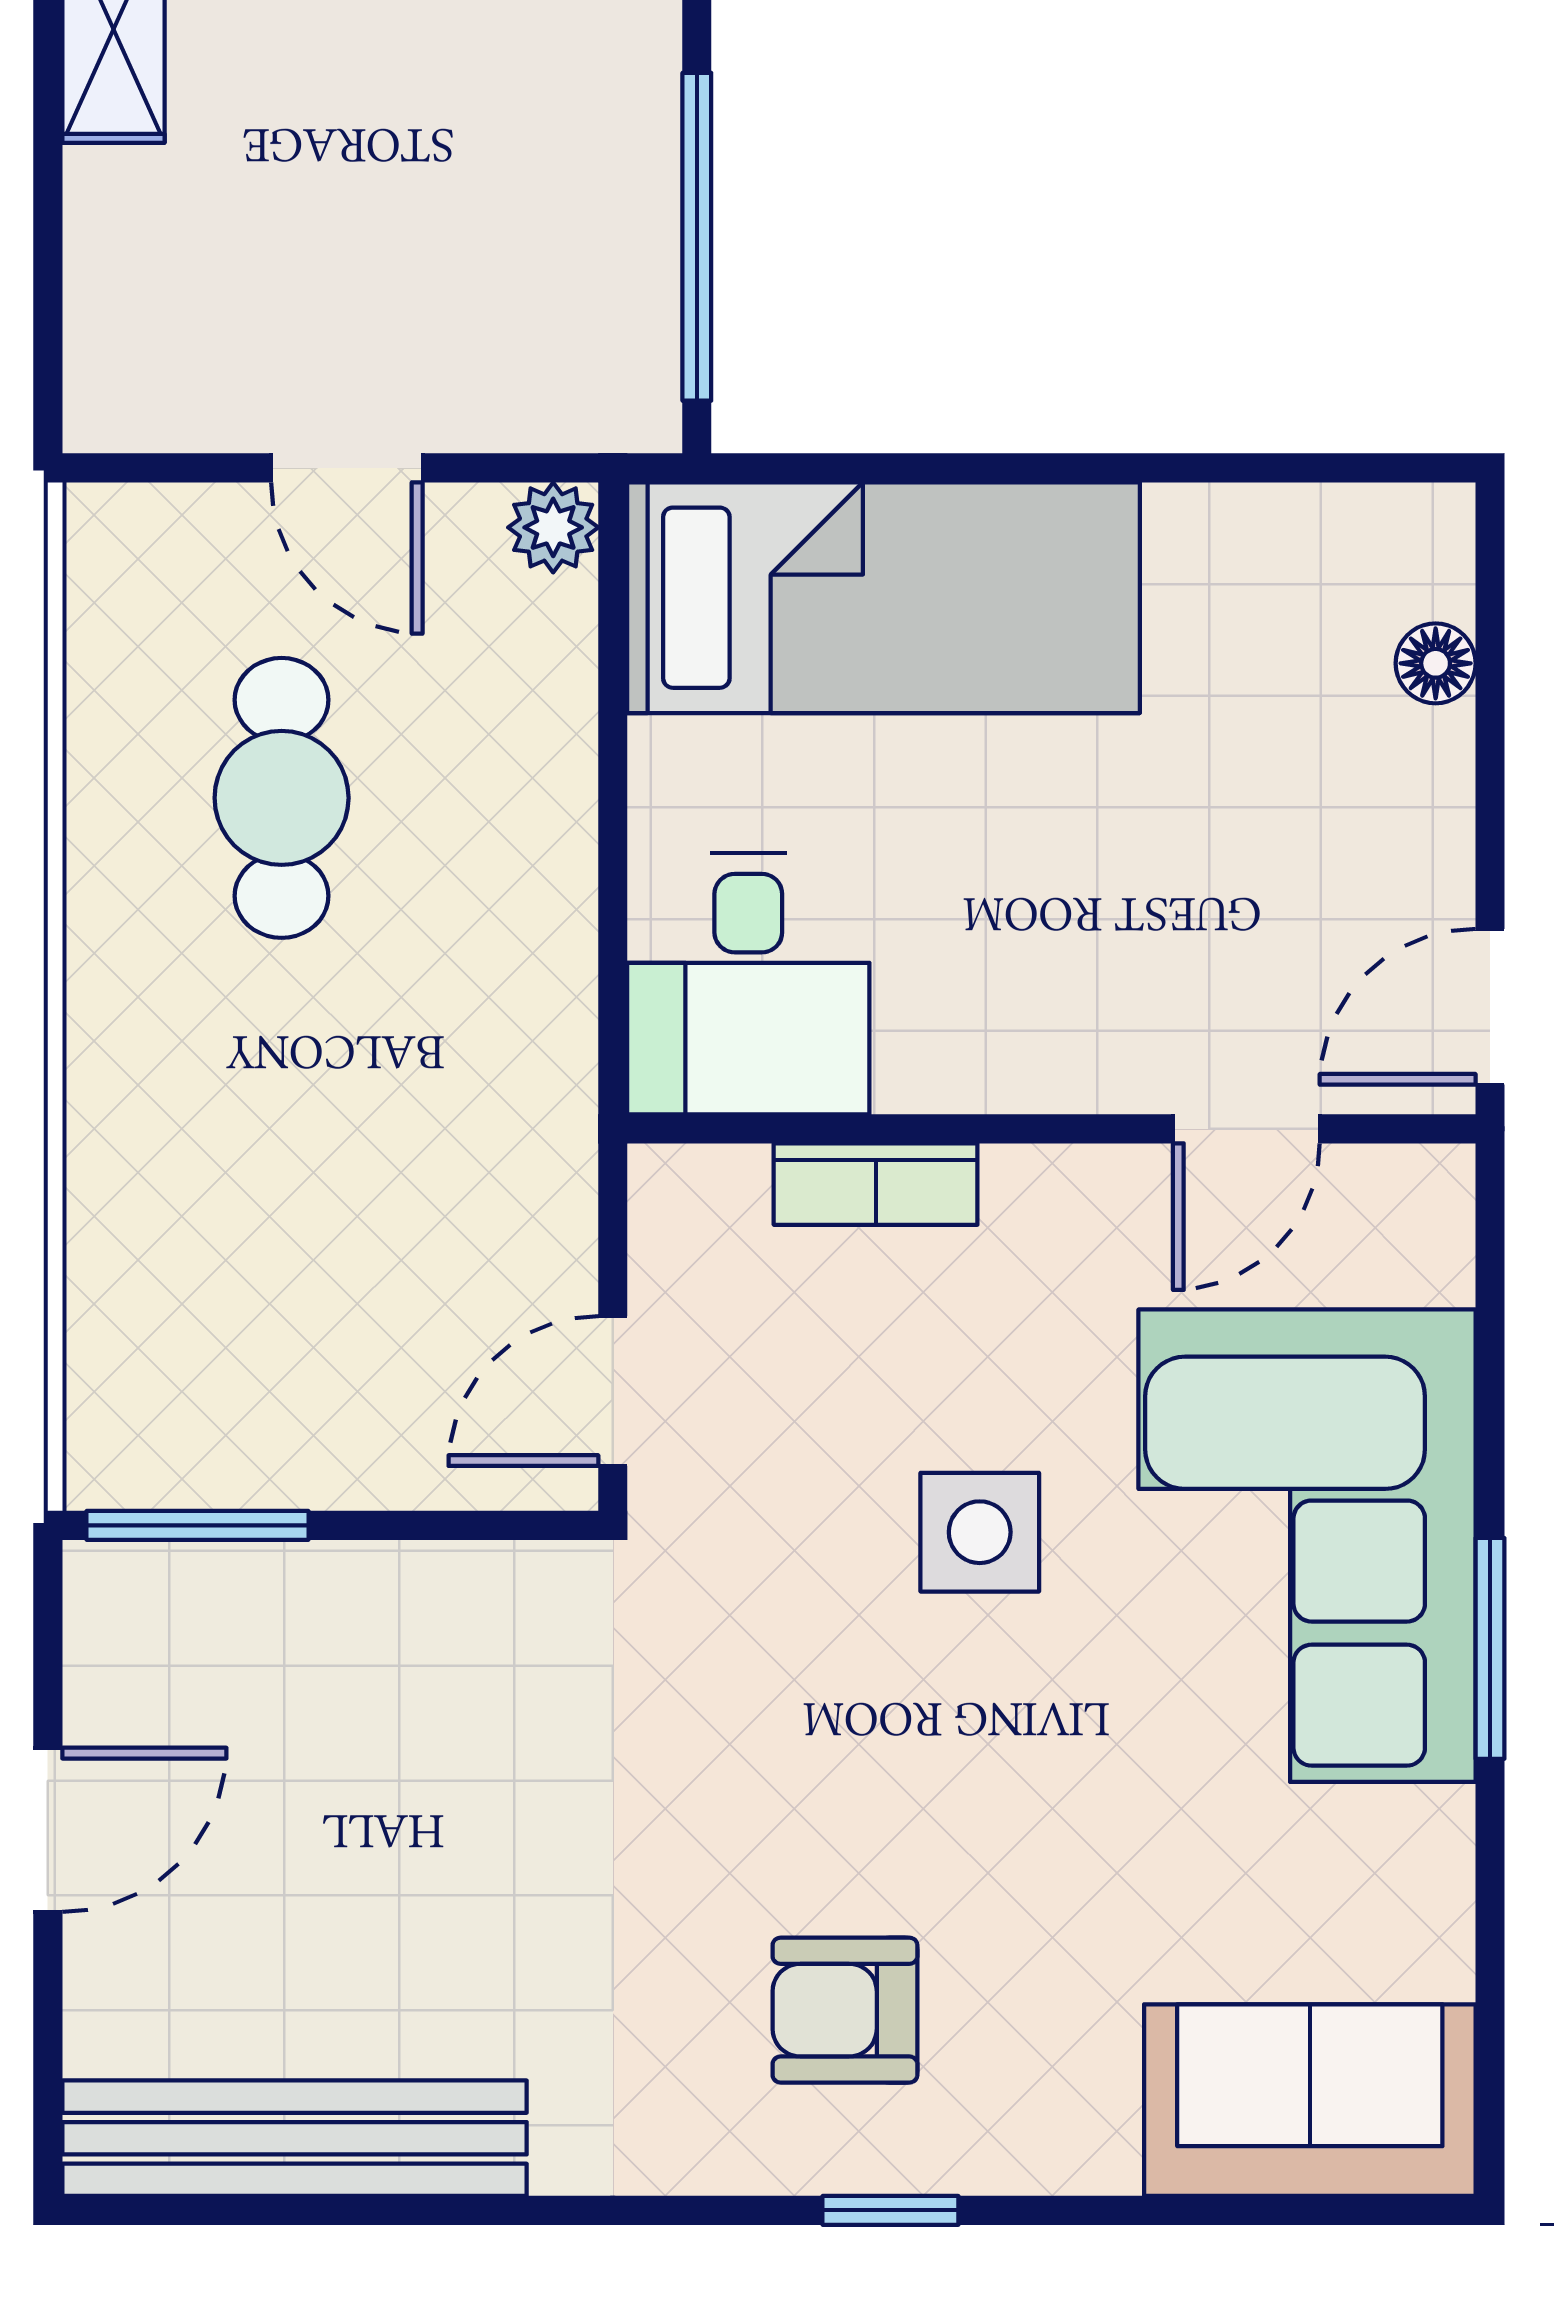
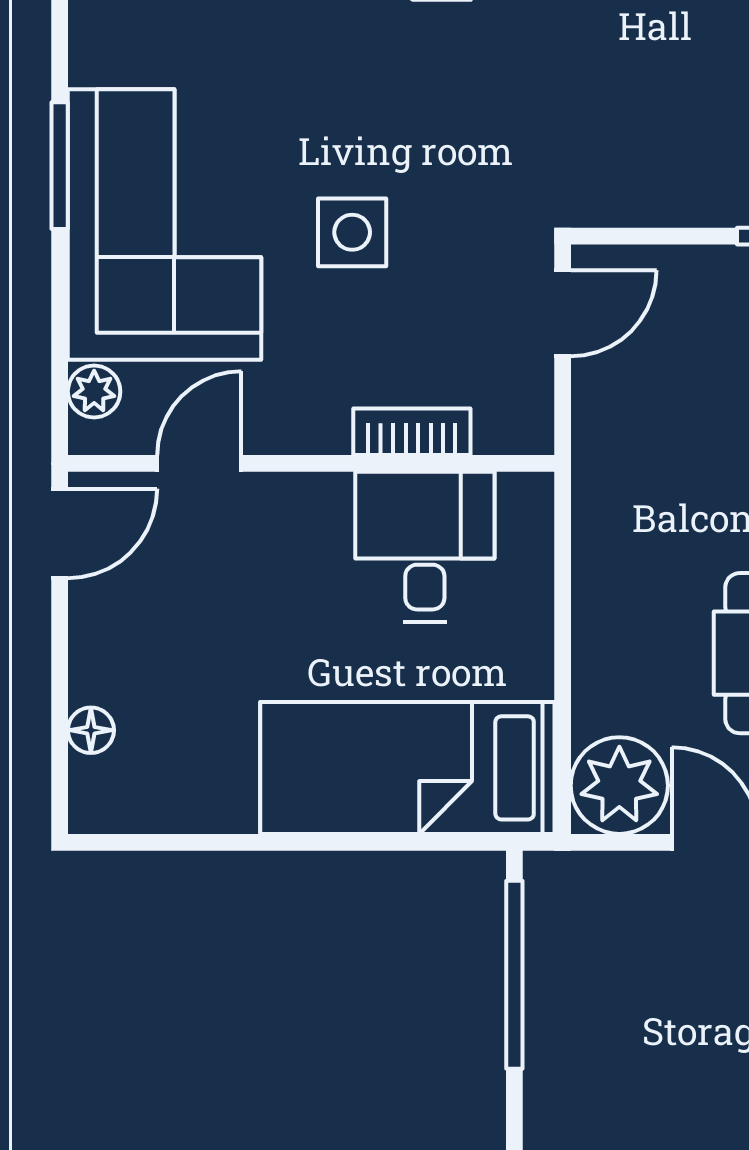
plant: (553, 527) -> (619, 786), width x1.88, depth x1.88
desk: (748, 984) -> (425, 547), moved
plant: (1430, 1254) -> (94, 391), added

